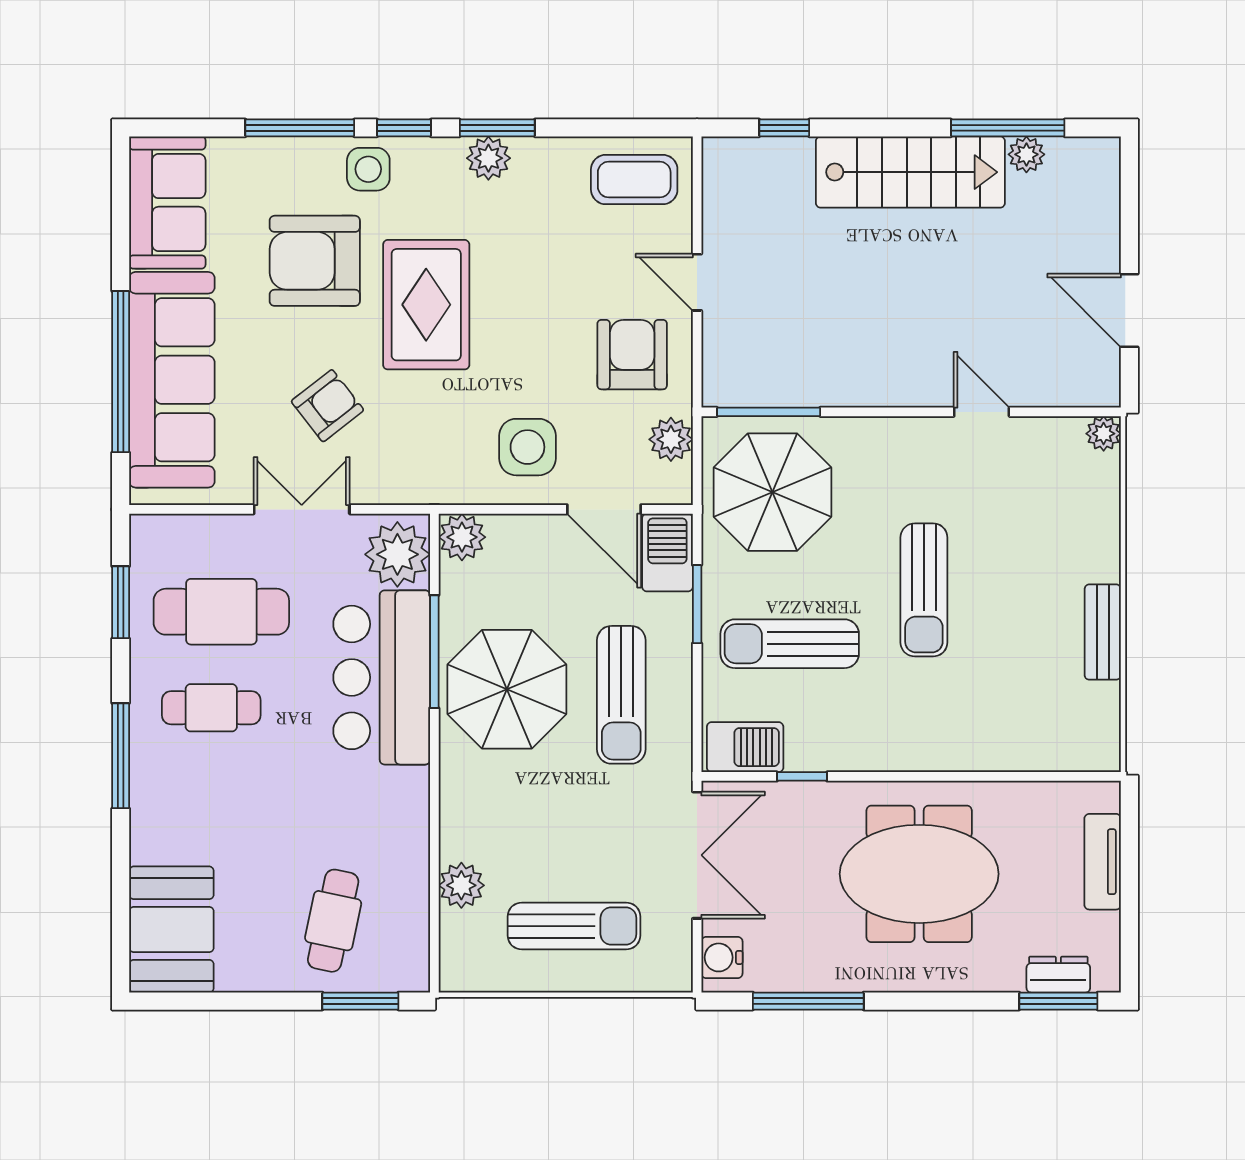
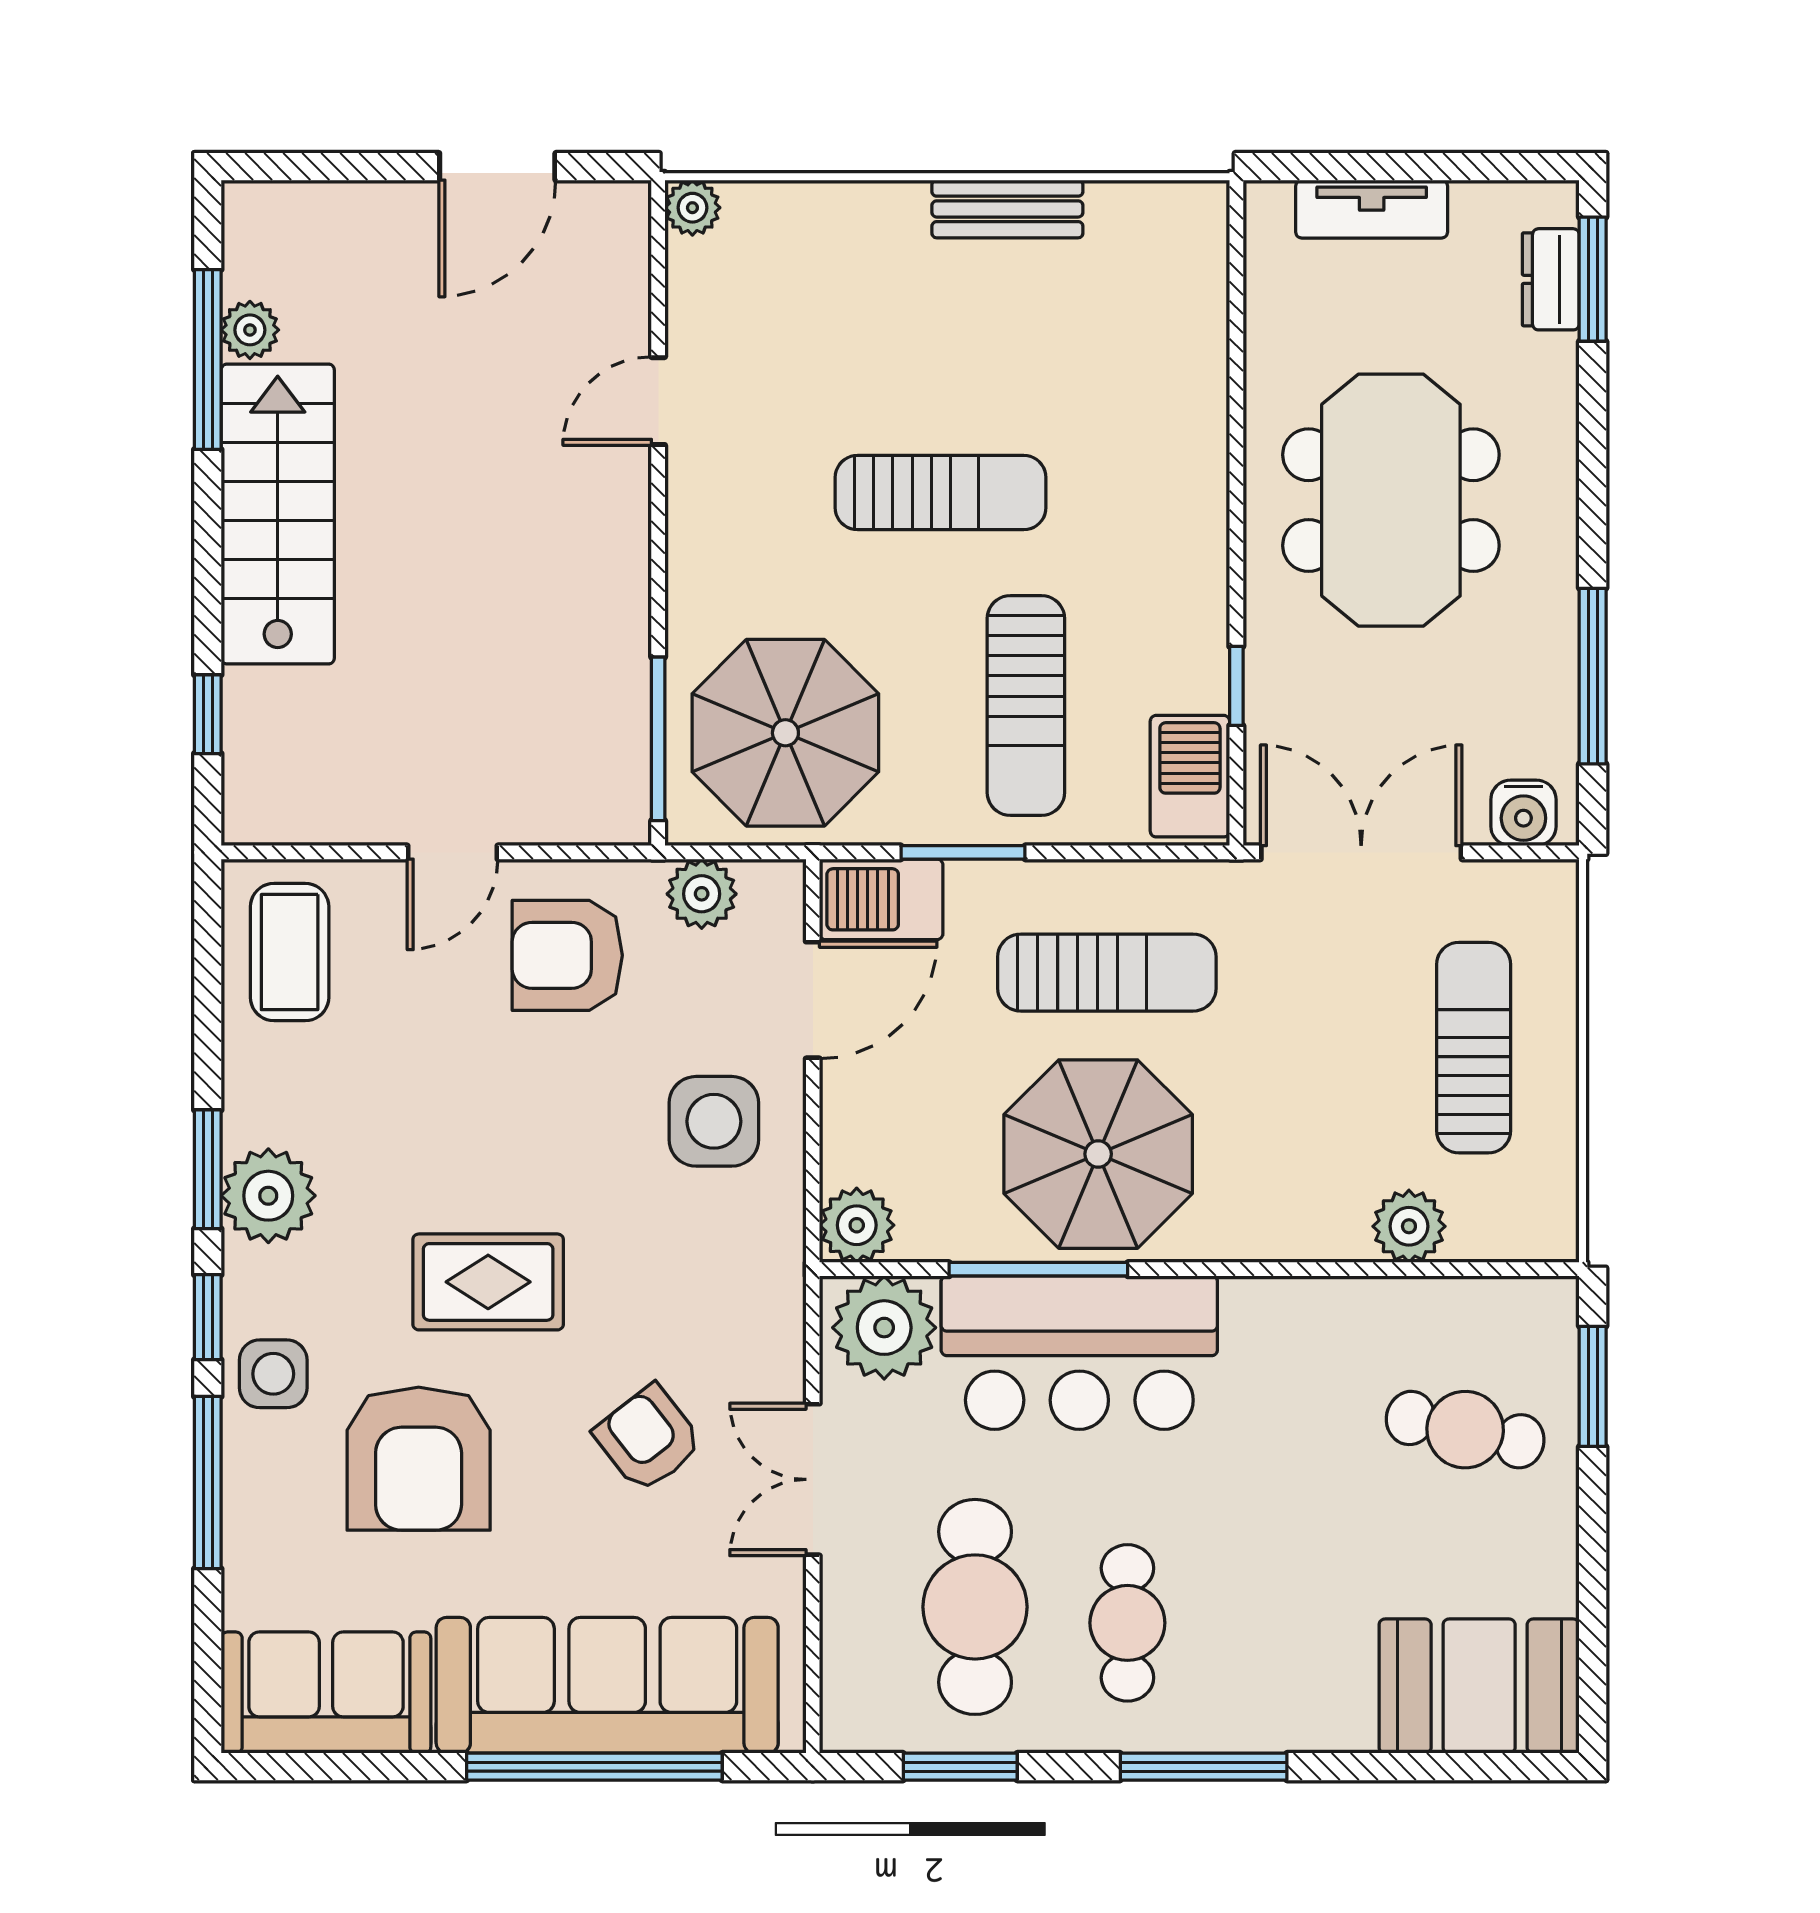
plant: (488, 158) -> (268, 1196), width x1.36, depth x1.36
rug: (426, 305) -> (488, 1282), width x0.73, depth x0.70

